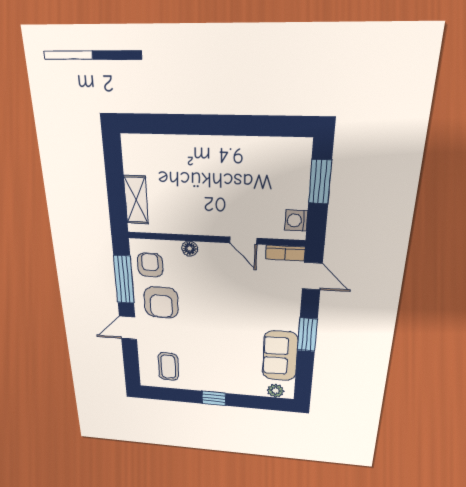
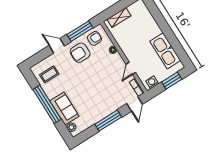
kitchen sink: (253, 155) -> (165, 51), added
window: (307, 335) -> (108, 121), width x1.44
sofa: (280, 356) -> (64, 109), moved, turned 90
window: (214, 398) -> (47, 104), width x3.17

